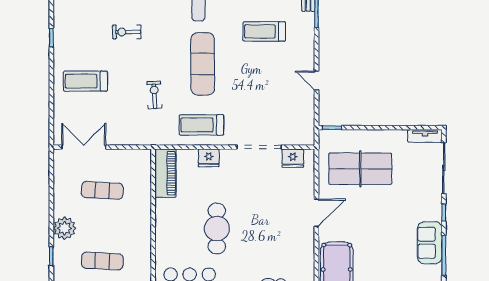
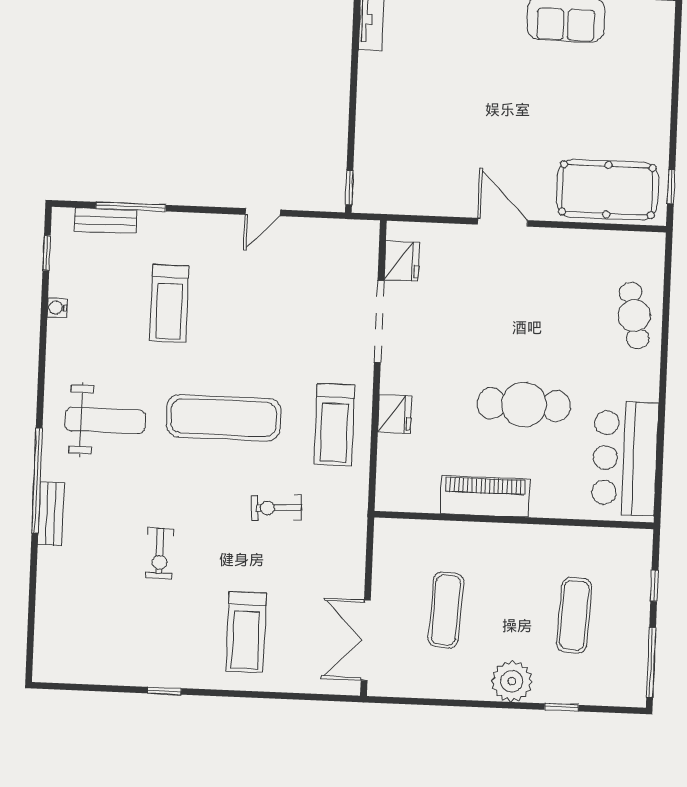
table tennis table: (360, 169) -> (426, 139), removed
piano: (166, 173) -> (485, 496), moved

